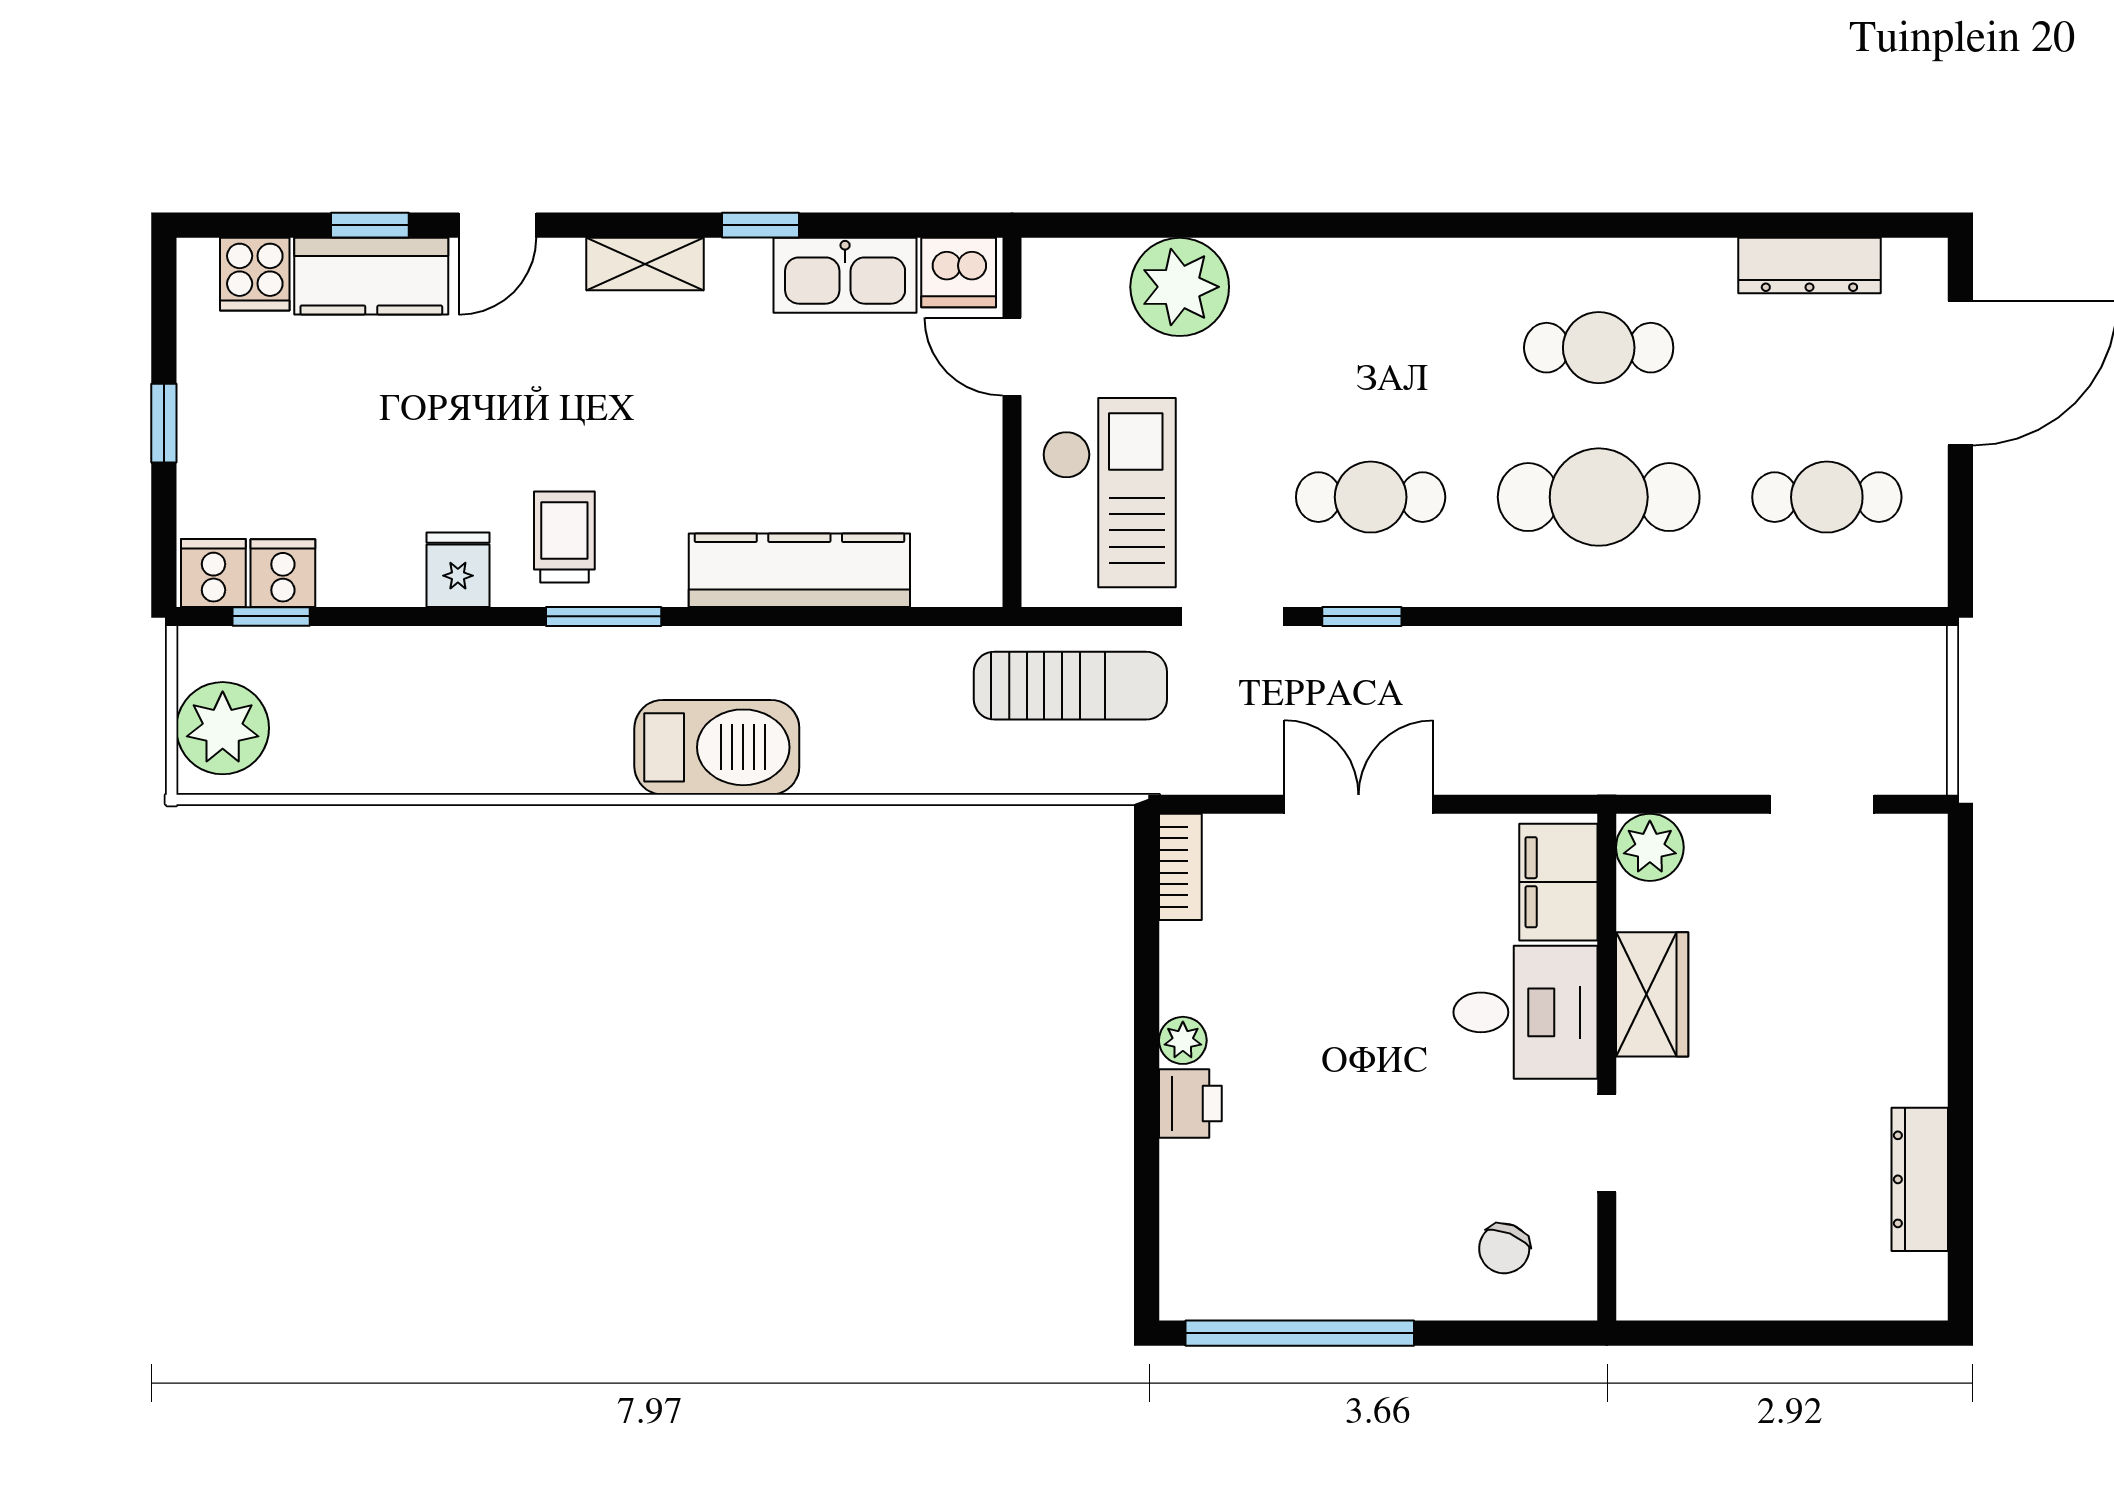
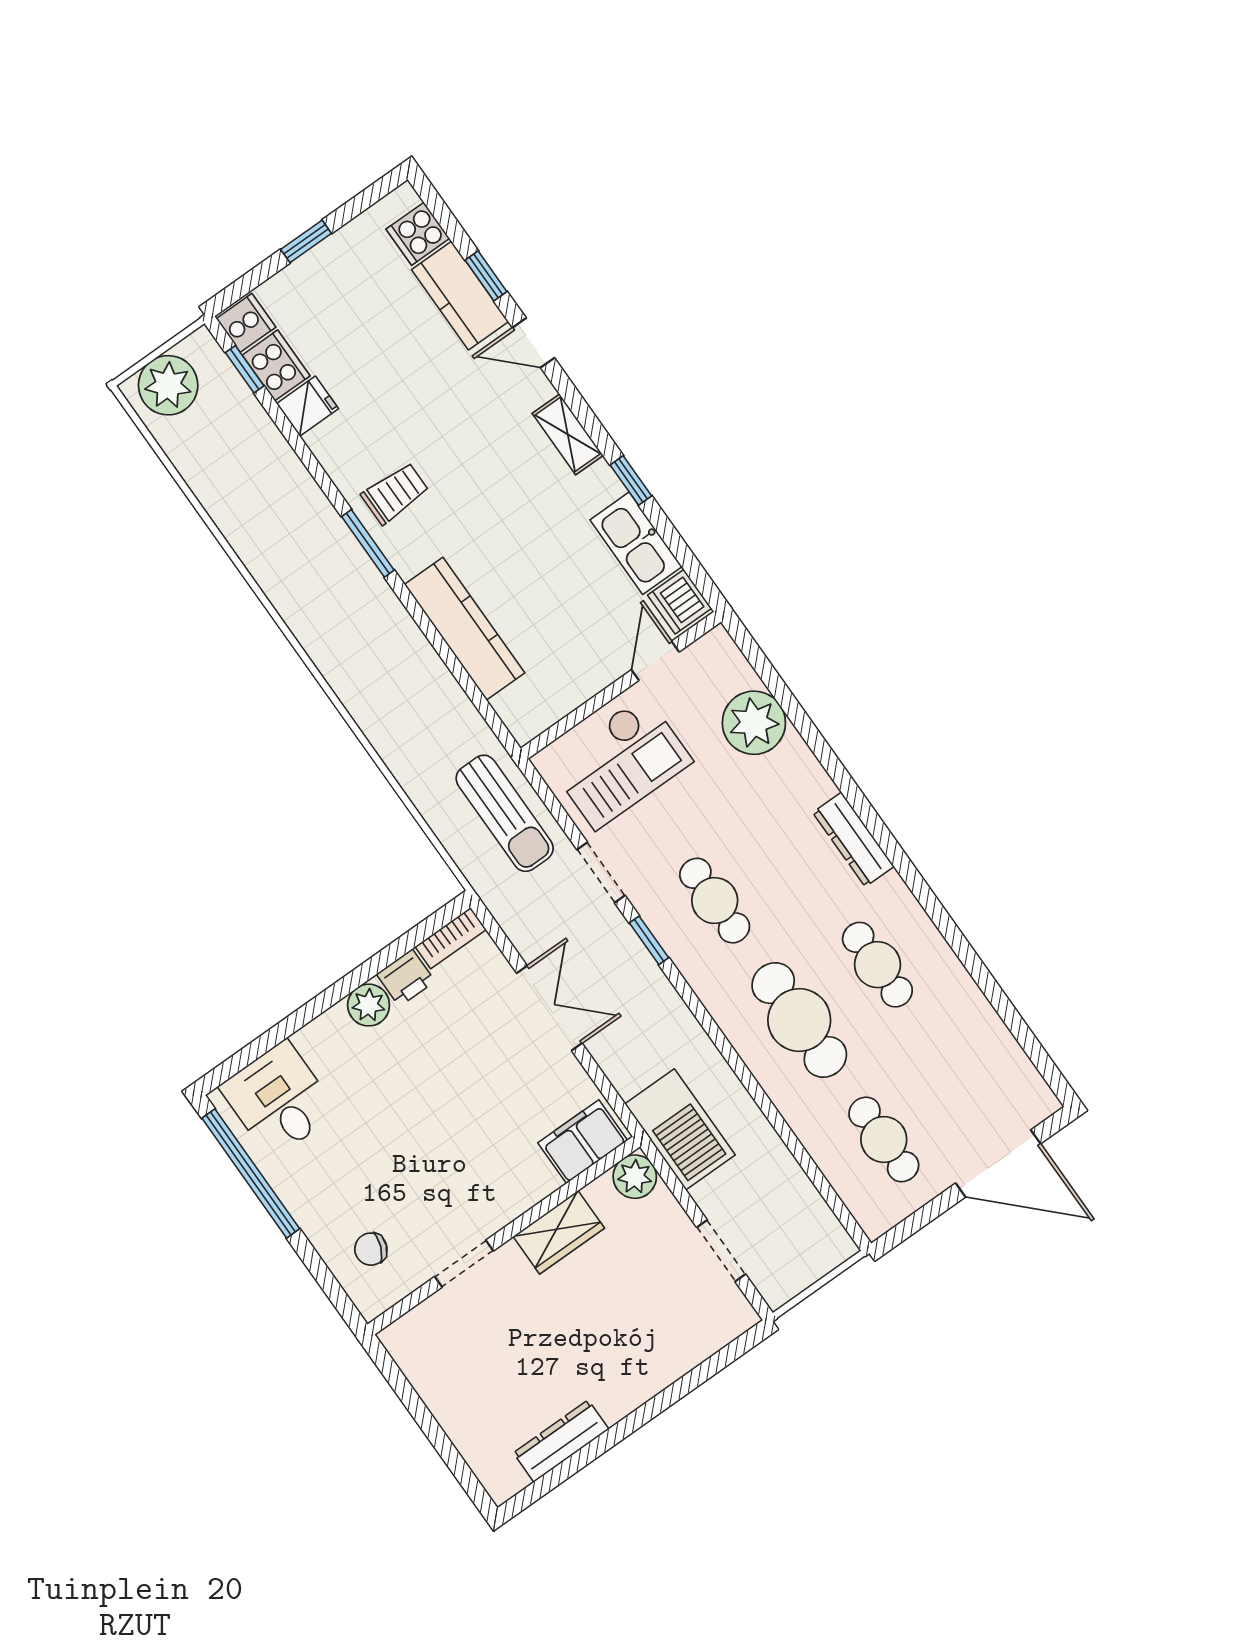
dresser: (1809, 266) -> (853, 839), moved
fridge: (458, 570) -> (308, 406), moved
cooker: (283, 573) -> (276, 365), width x1.36
barbecue: (717, 747) -> (680, 1129), moved
desk: (1525, 1012) -> (279, 1100), moved, turned 180
plant: (1183, 1040) -> (369, 1005), width x1.38, depth x1.38
printer: (1190, 1104) -> (406, 978), moved

